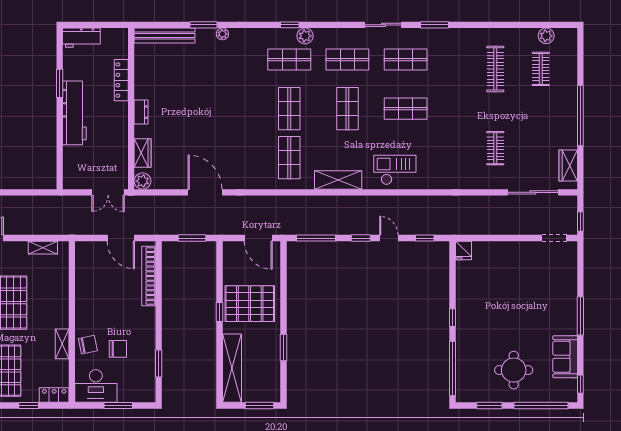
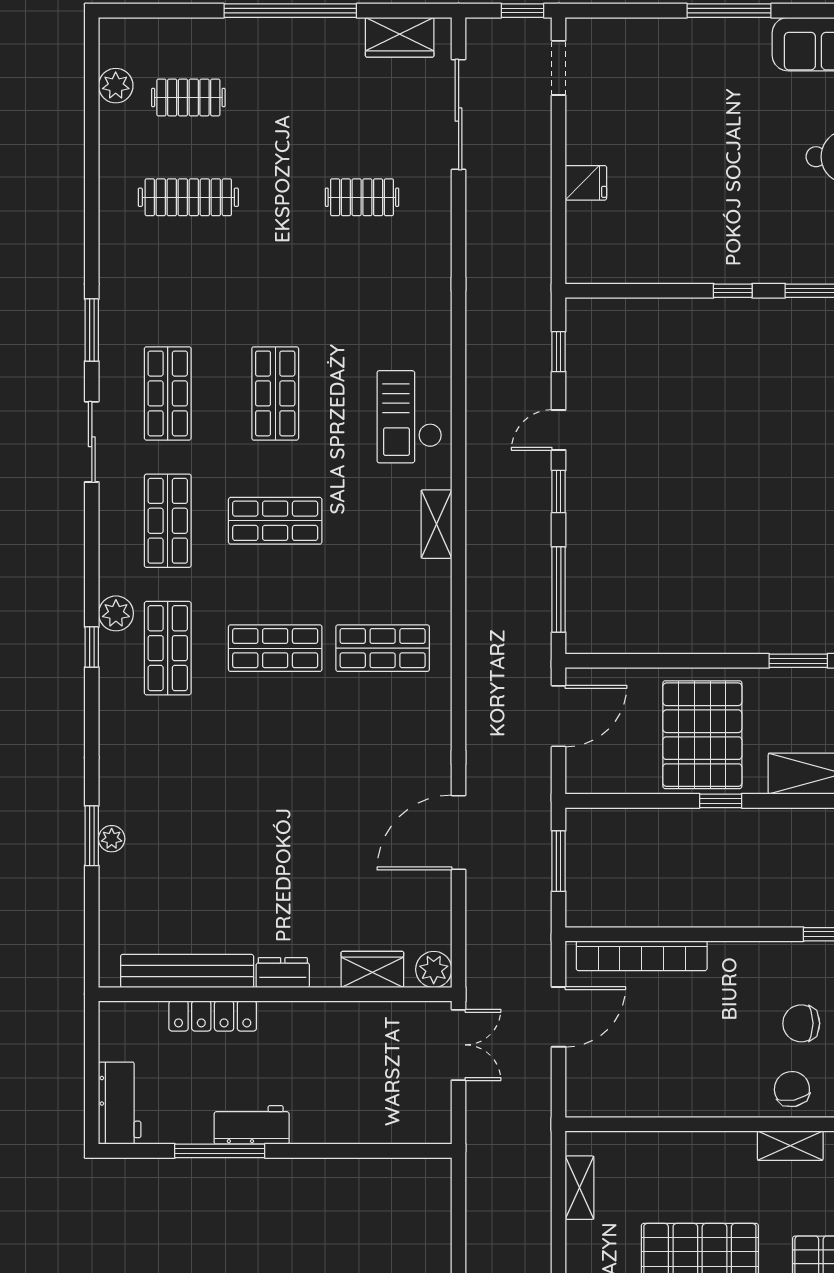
plant: (222, 34) -> (112, 839), moved
bench: (165, 35) -> (187, 971), moved, turned 90
window: (60, 83) -> (220, 1151), width x1.44
workbench: (74, 113) -> (252, 1125), width x0.53, depth x0.76
shelving: (338, 180) -> (436, 524), width x0.67, depth x0.75
fridge: (463, 251) -> (586, 183), moved
chair: (118, 349) -> (801, 1023), turned -90

